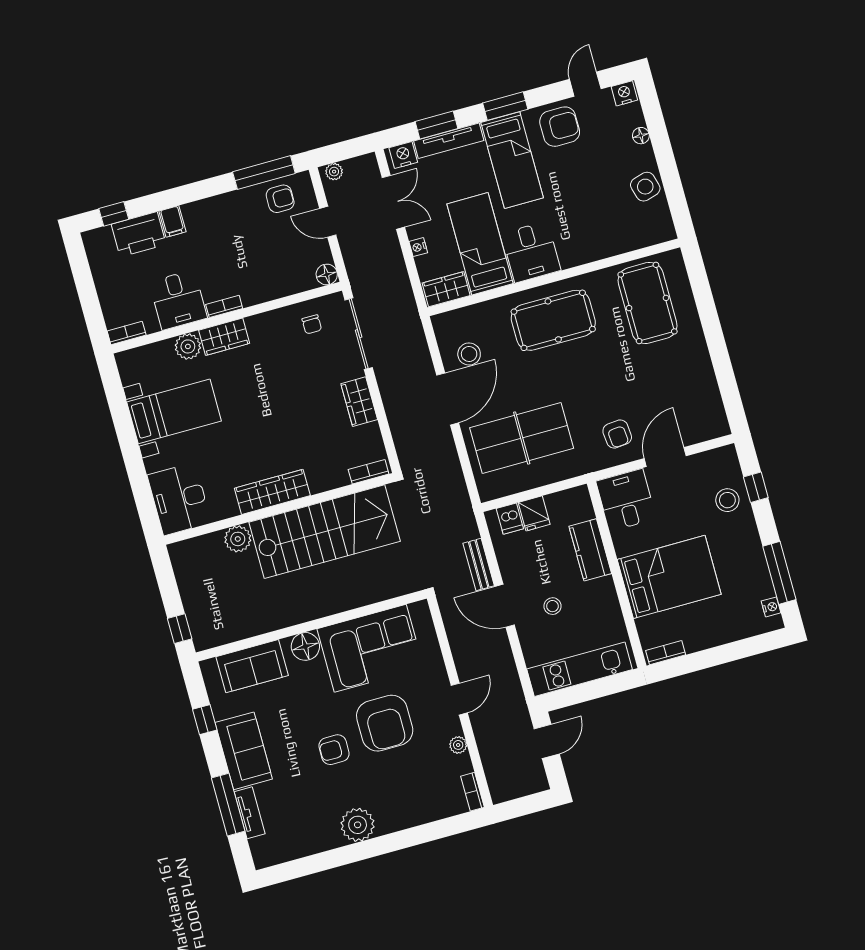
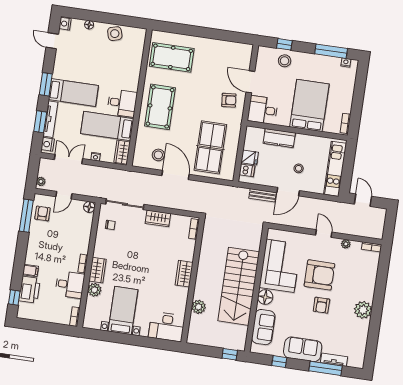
armchair: (560, 127) -> (67, 62), removed
wardrobe: (272, 492) -> (184, 274), width x0.67
stairs: (325, 532) -> (239, 286), moved, turned 180

